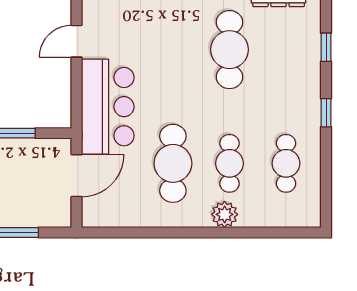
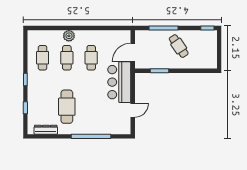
cafe table: (173, 163) -> (91, 58), width x0.73, depth x0.74

